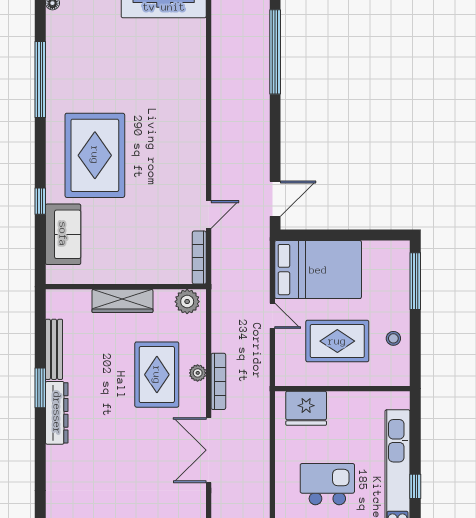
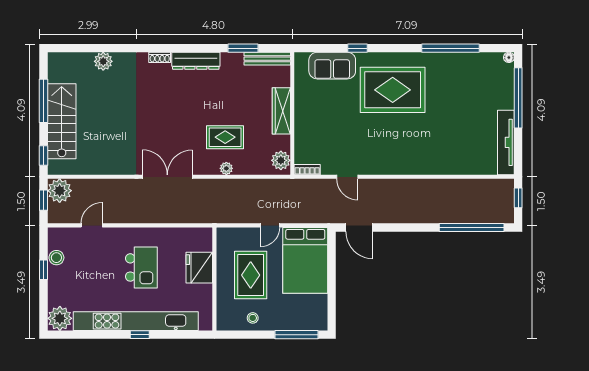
bookcase: (199, 258) -> (307, 170), width x0.64
bench: (54, 349) -> (267, 59), moved
rug: (157, 375) -> (225, 137), width x0.73, depth x0.70
bookcase: (218, 381) -> (220, 184), removed
window: (40, 388) -> (243, 48), moved
fridge: (306, 408) -> (199, 268), moved
shoe rack: (52, 460) -> (160, 57), added

